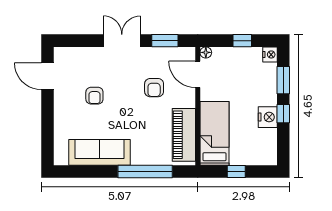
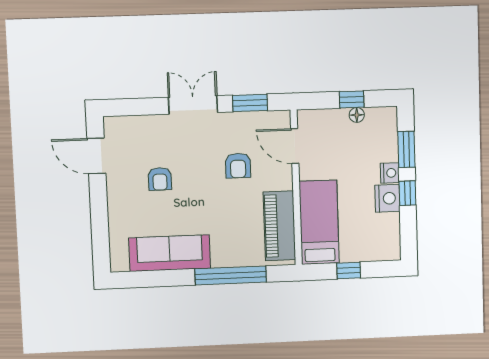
floor lamp: (206, 52) -> (357, 115), moved
nightstand: (270, 54) -> (390, 173), moved

